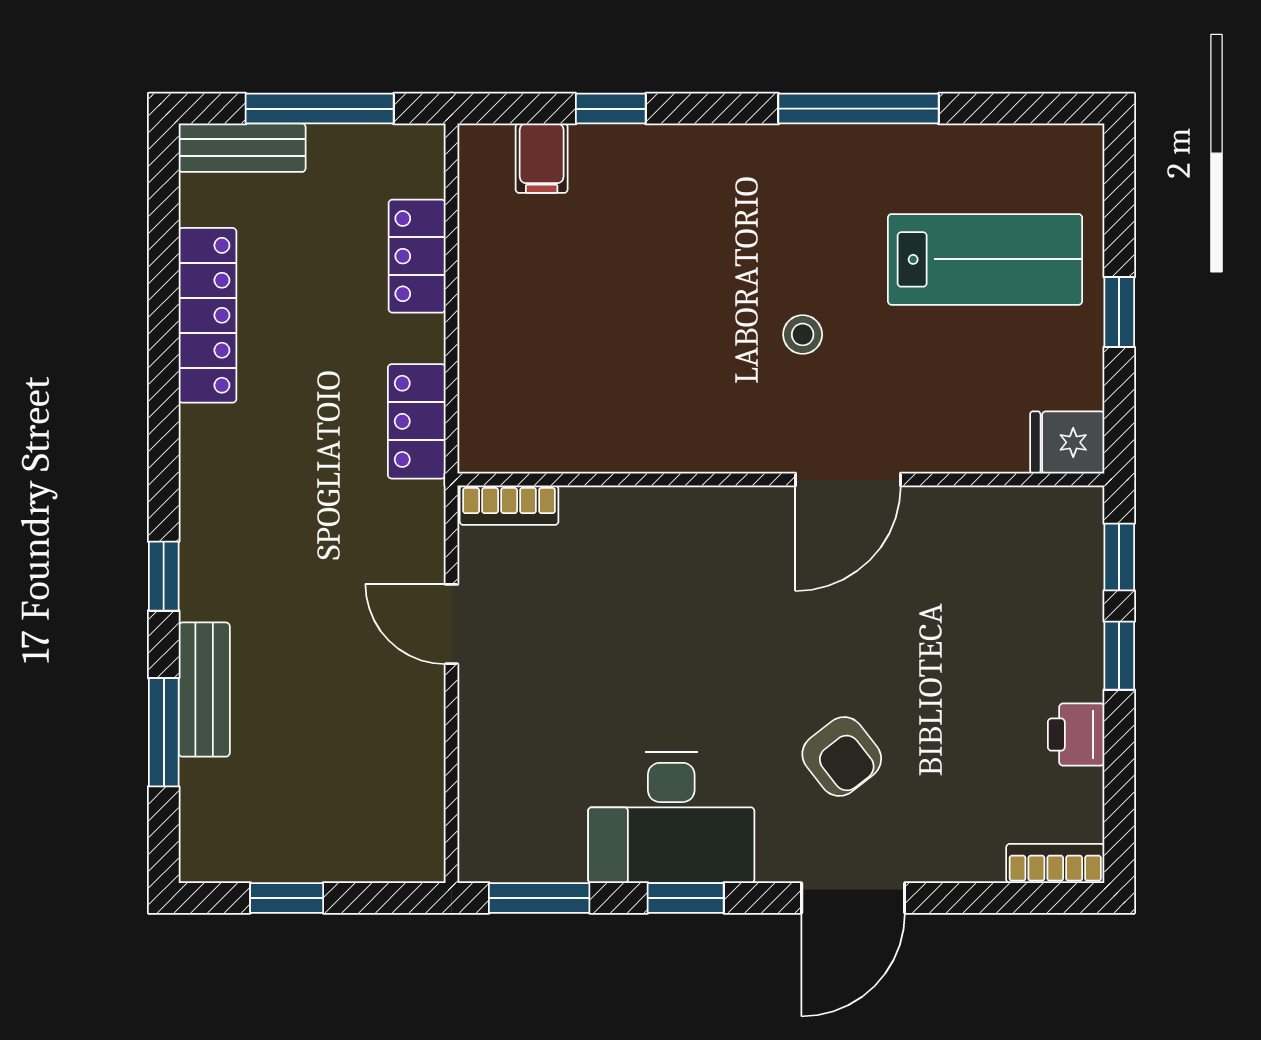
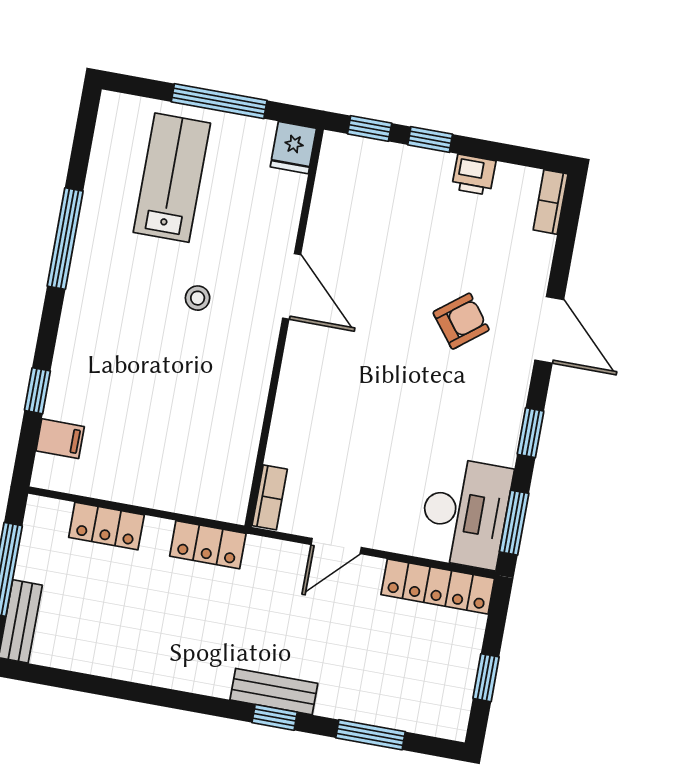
window: (1119, 312) -> (219, 101), width x2.17
locker: (207, 315) -> (438, 587), moved, turned 180
bench: (204, 690) -> (274, 692), moved
desk: (671, 818) -> (465, 513), moved

